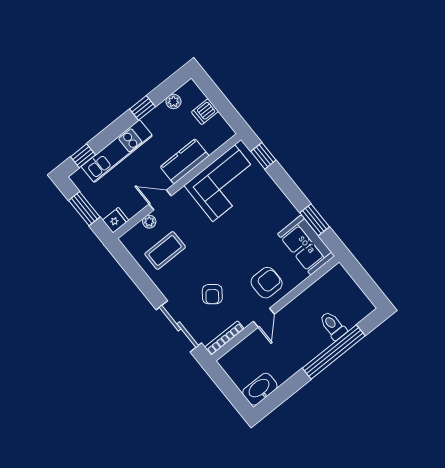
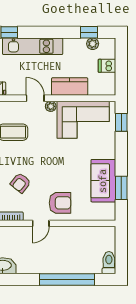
window: (142, 108) -> (89, 32), moved
plant: (149, 222) -> (51, 106), moved
sofa: (306, 245) -> (103, 181), moved
toilet: (333, 326) -> (109, 263), moved

